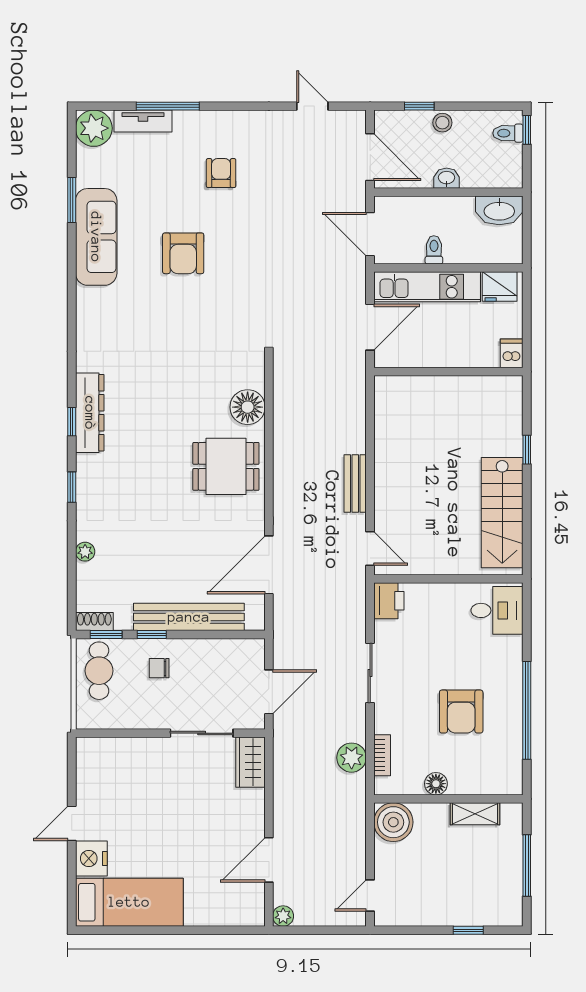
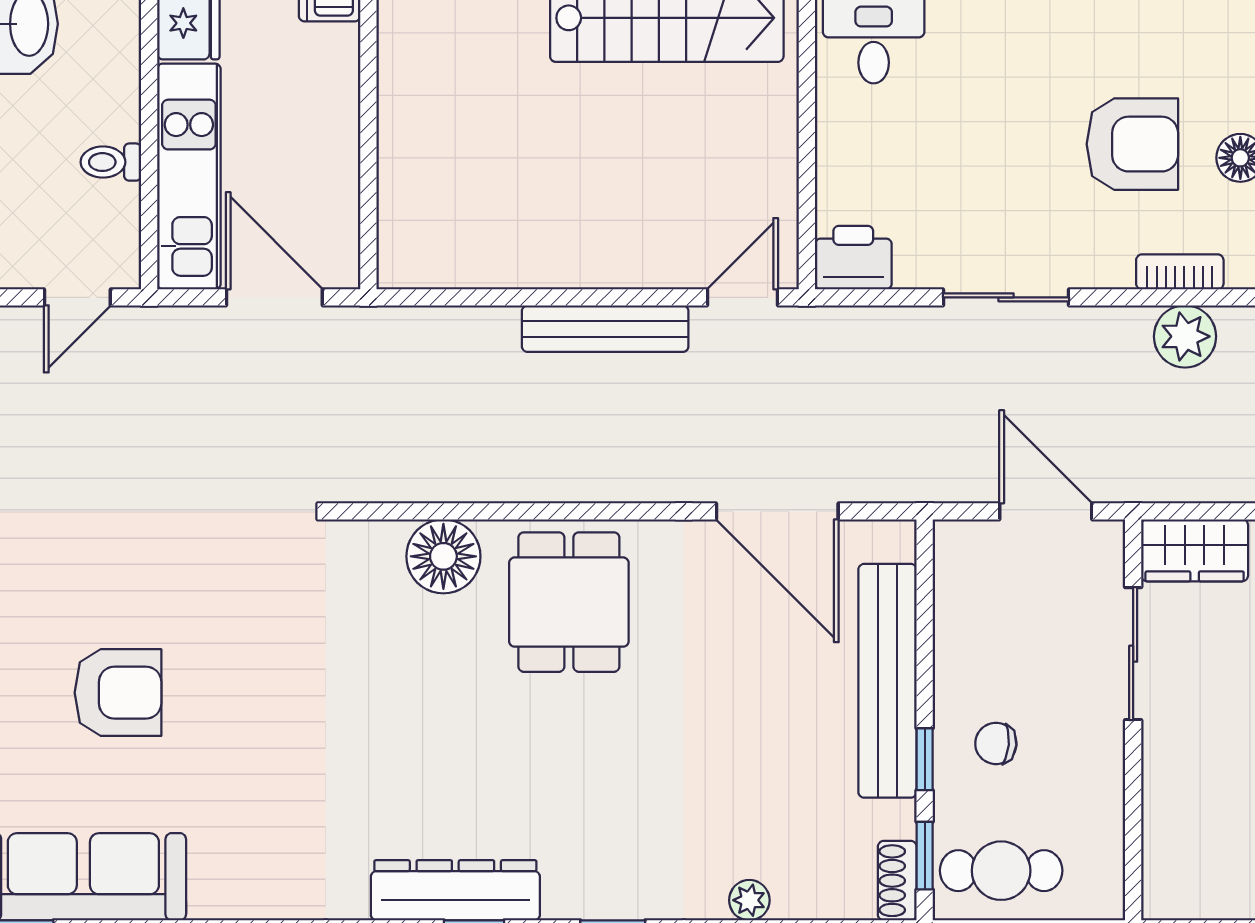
door: (370, 234) -> (77, 297), width x0.73
bench: (355, 484) -> (605, 329), width x1.36
chair: (159, 668) -> (996, 743), turned 95
armchair: (461, 712) -> (1132, 144), moved

